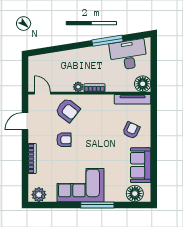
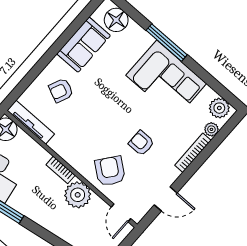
plant: (78, 87) -> (78, 195), width x1.88, depth x1.88
plant: (33, 180) -> (211, 129), added

